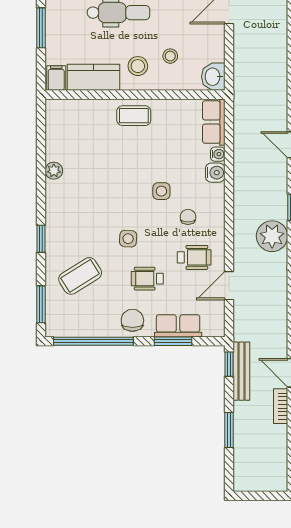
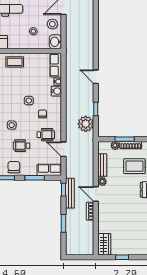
stool: (138, 66) -> (52, 24), moved
door: (229, 286) -> (64, 149), hinge flipped
row of seats: (178, 326) -> (49, 170), moved

